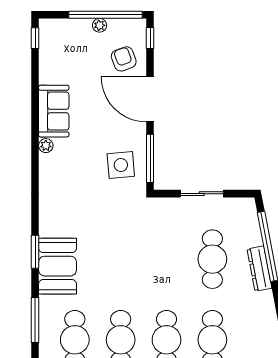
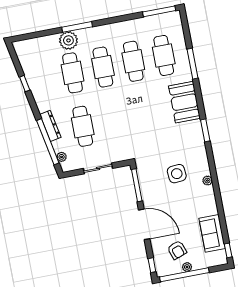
armchair: (124, 59) -> (177, 250), moved
sofa: (54, 111) -> (212, 233), moved
side table: (121, 165) -> (177, 174), moved
plant: (252, 221) -> (62, 157), added
window: (35, 252) -> (205, 130), moved

